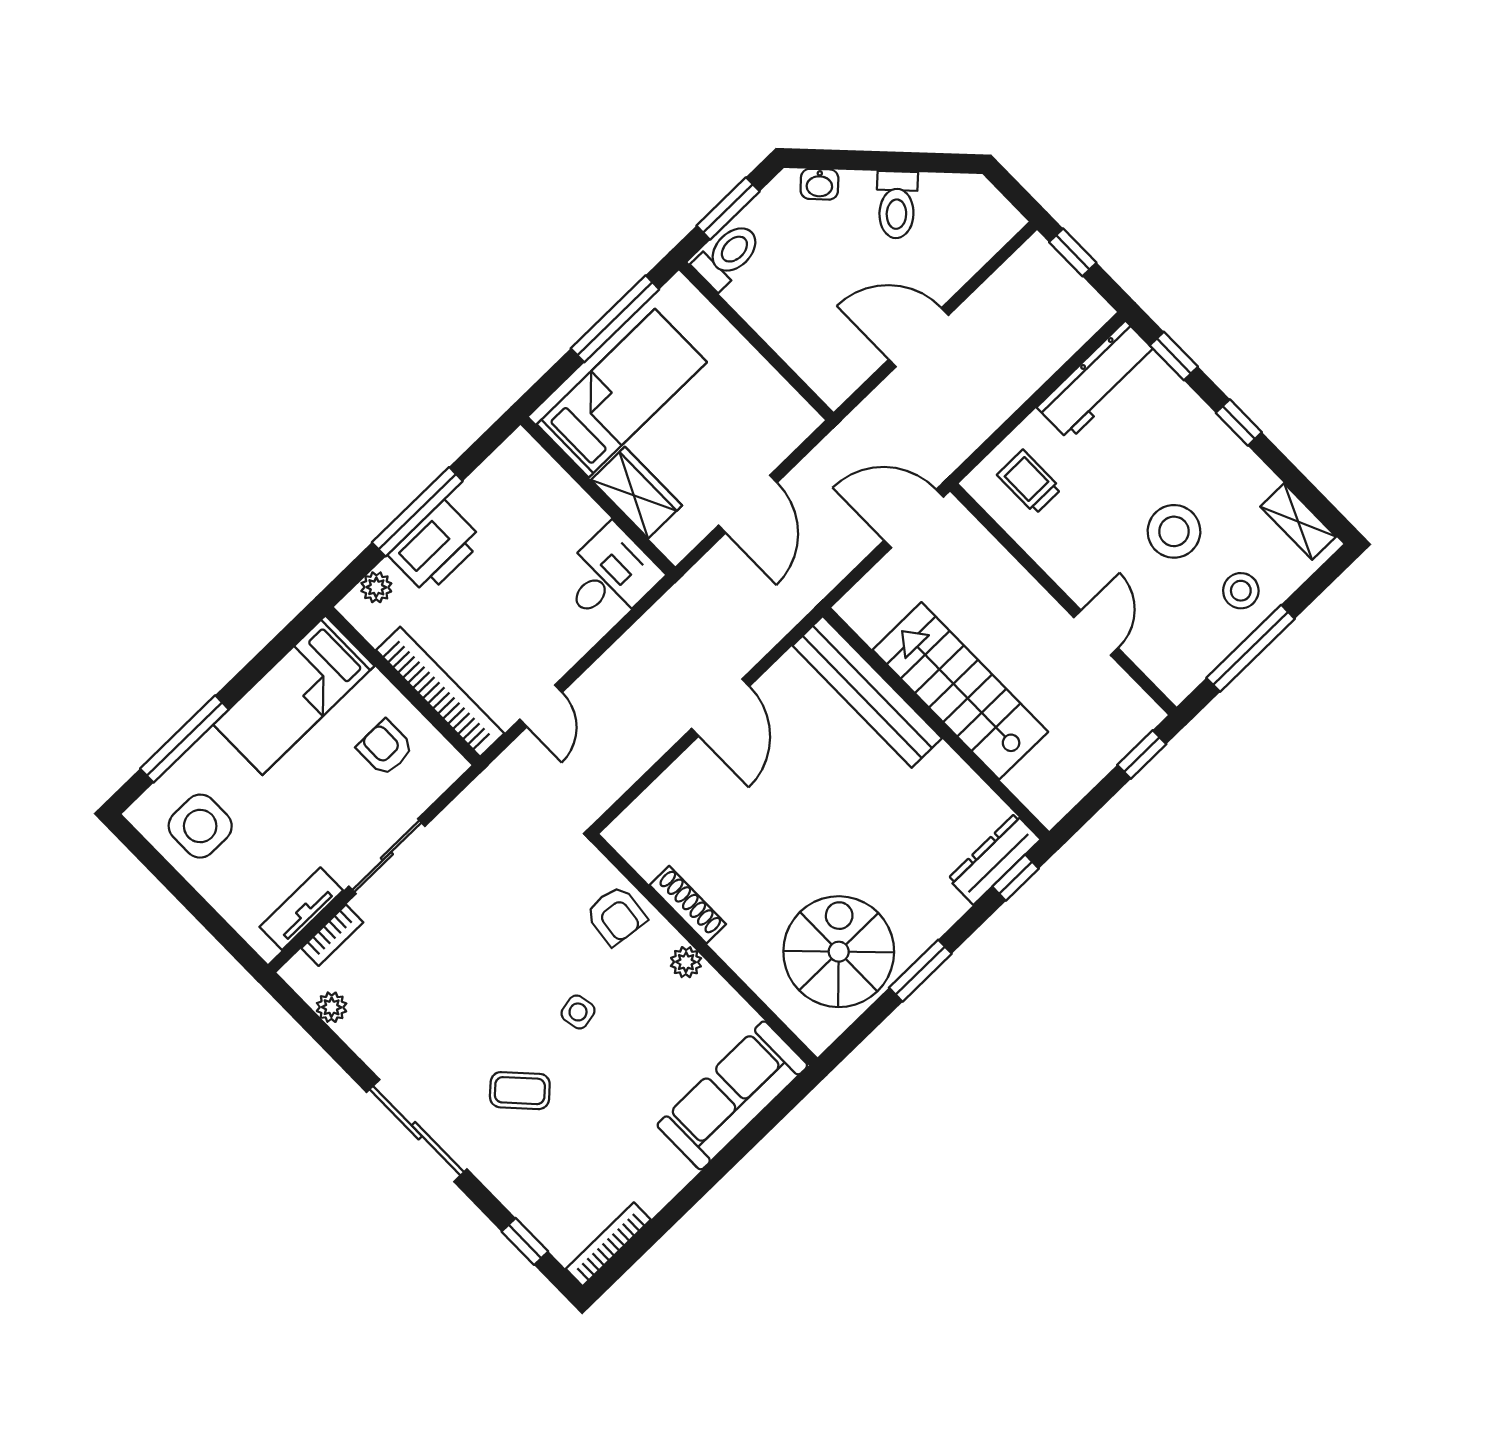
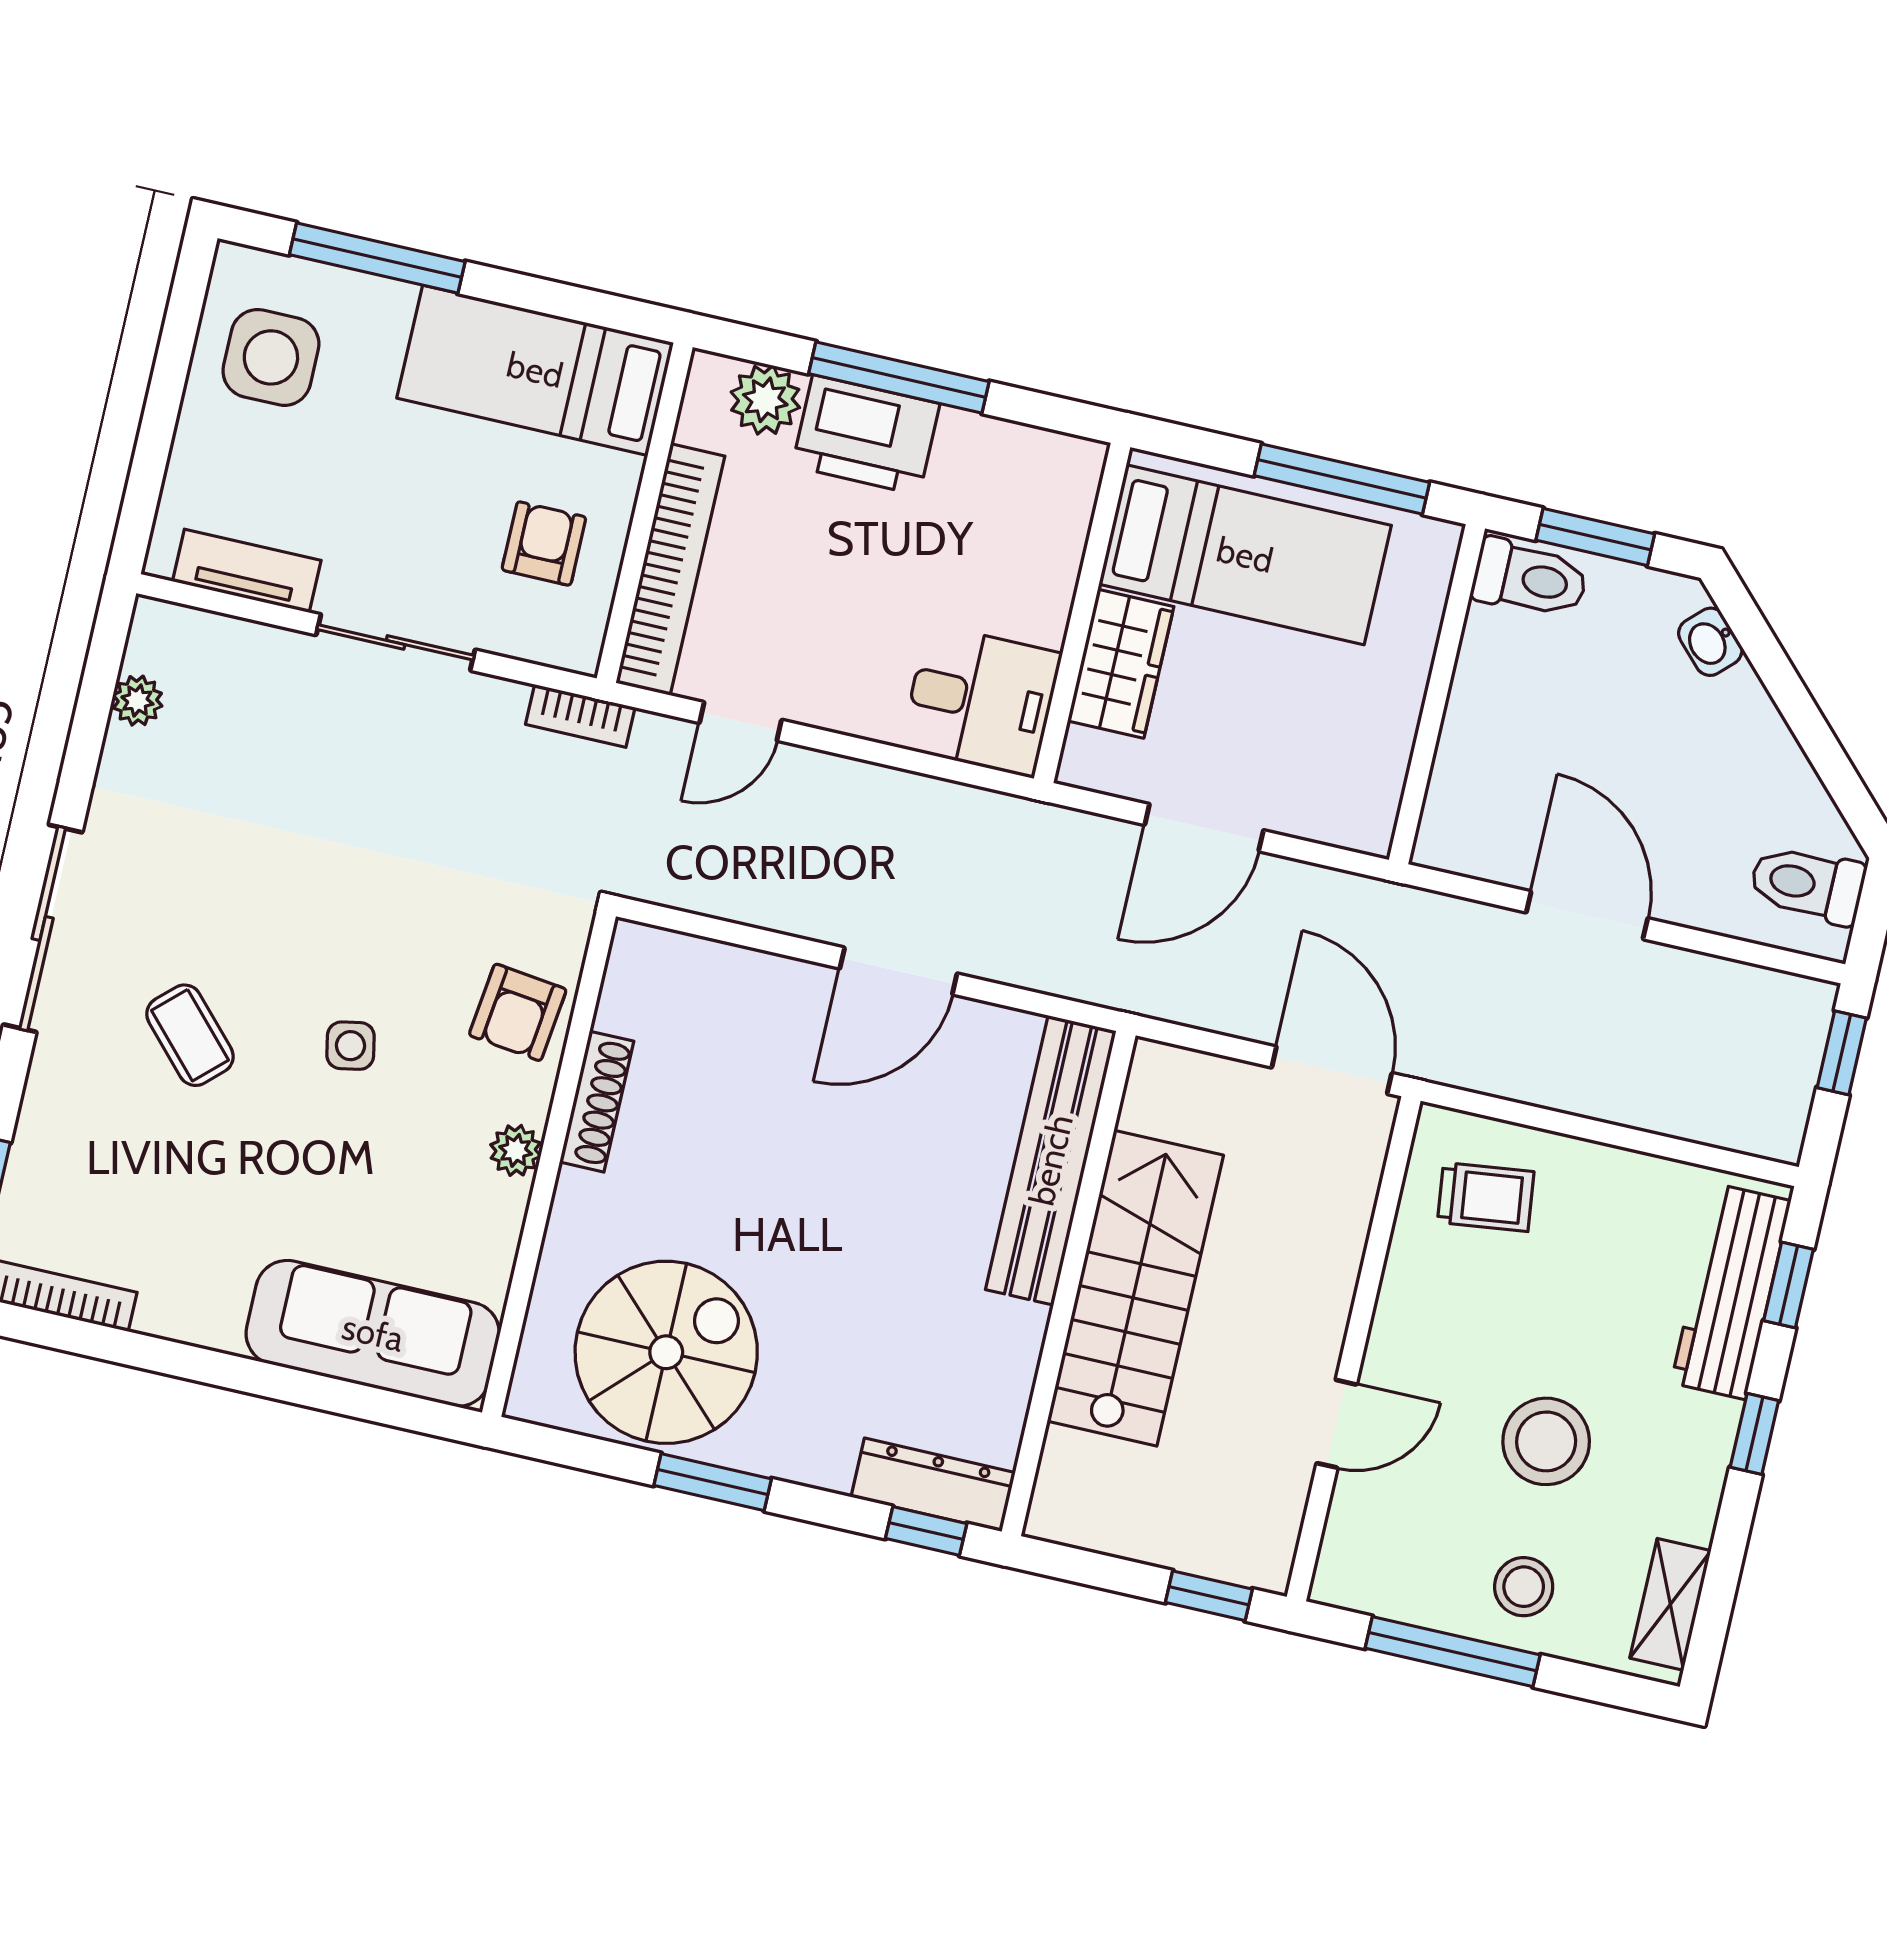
toilet: (897, 205) -> (1807, 884), moved, turned 44
workbench: (1097, 381) -> (1731, 1292), moved, turned 90
trolley: (1029, 482) -> (1486, 1197), turned 83
plant: (376, 587) -> (765, 400), width x1.38, depth x1.38
bookcase: (332, 935) -> (580, 716), moved

